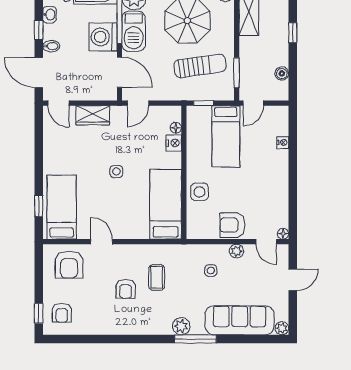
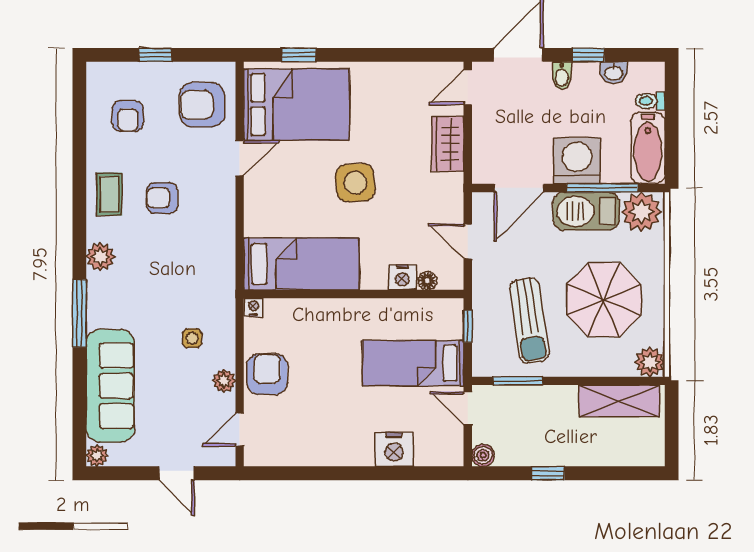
window: (293, 33) -> (548, 473), moved
boiler: (282, 73) -> (483, 455), moved
door: (138, 103) -> (468, 241), moved
nightstand: (283, 142) -> (394, 449), width x1.89, depth x1.79
side table: (116, 171) -> (355, 183), width x1.87, depth x1.87
side table: (199, 192) -> (322, 320), removed
bed: (62, 207) -> (297, 105), width x1.50
nightstand: (192, 233) -> (254, 307), added
floor lamp: (283, 234) -> (253, 457), removed
coffee table: (157, 277) -> (109, 194), moved, turned 90
window: (39, 313) -> (155, 55), moved
armchair: (62, 313) -> (128, 116), moved, turned -90
plant: (181, 326) -> (100, 257), moved

